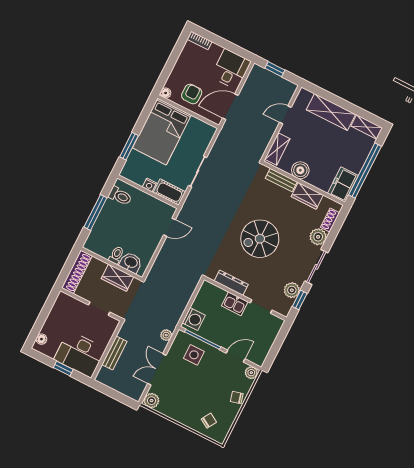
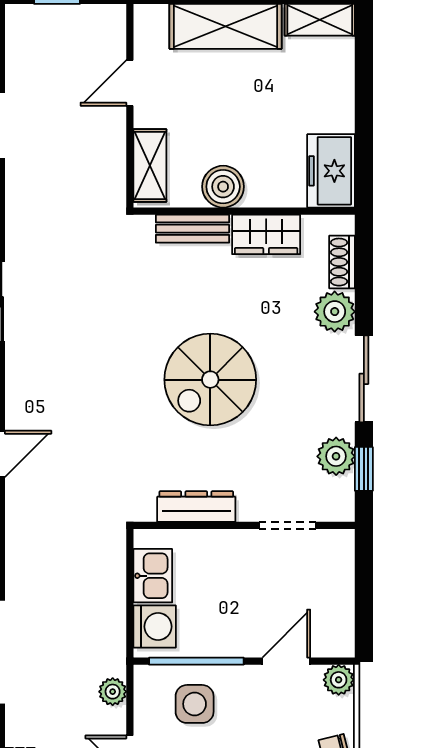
window: (365, 171) -> (364, 116), removed
kitchen sink: (235, 304) -> (153, 576), moved, turned -90

